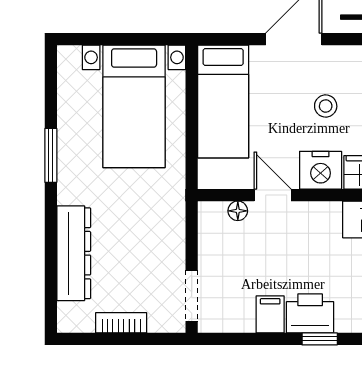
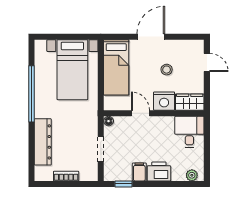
window: (51, 155) -> (32, 94), width x2.11
floor lamp: (238, 211) -> (109, 121), moved
doorway: (192, 296) -> (101, 149), moved
window: (320, 339) -> (124, 184), moved

